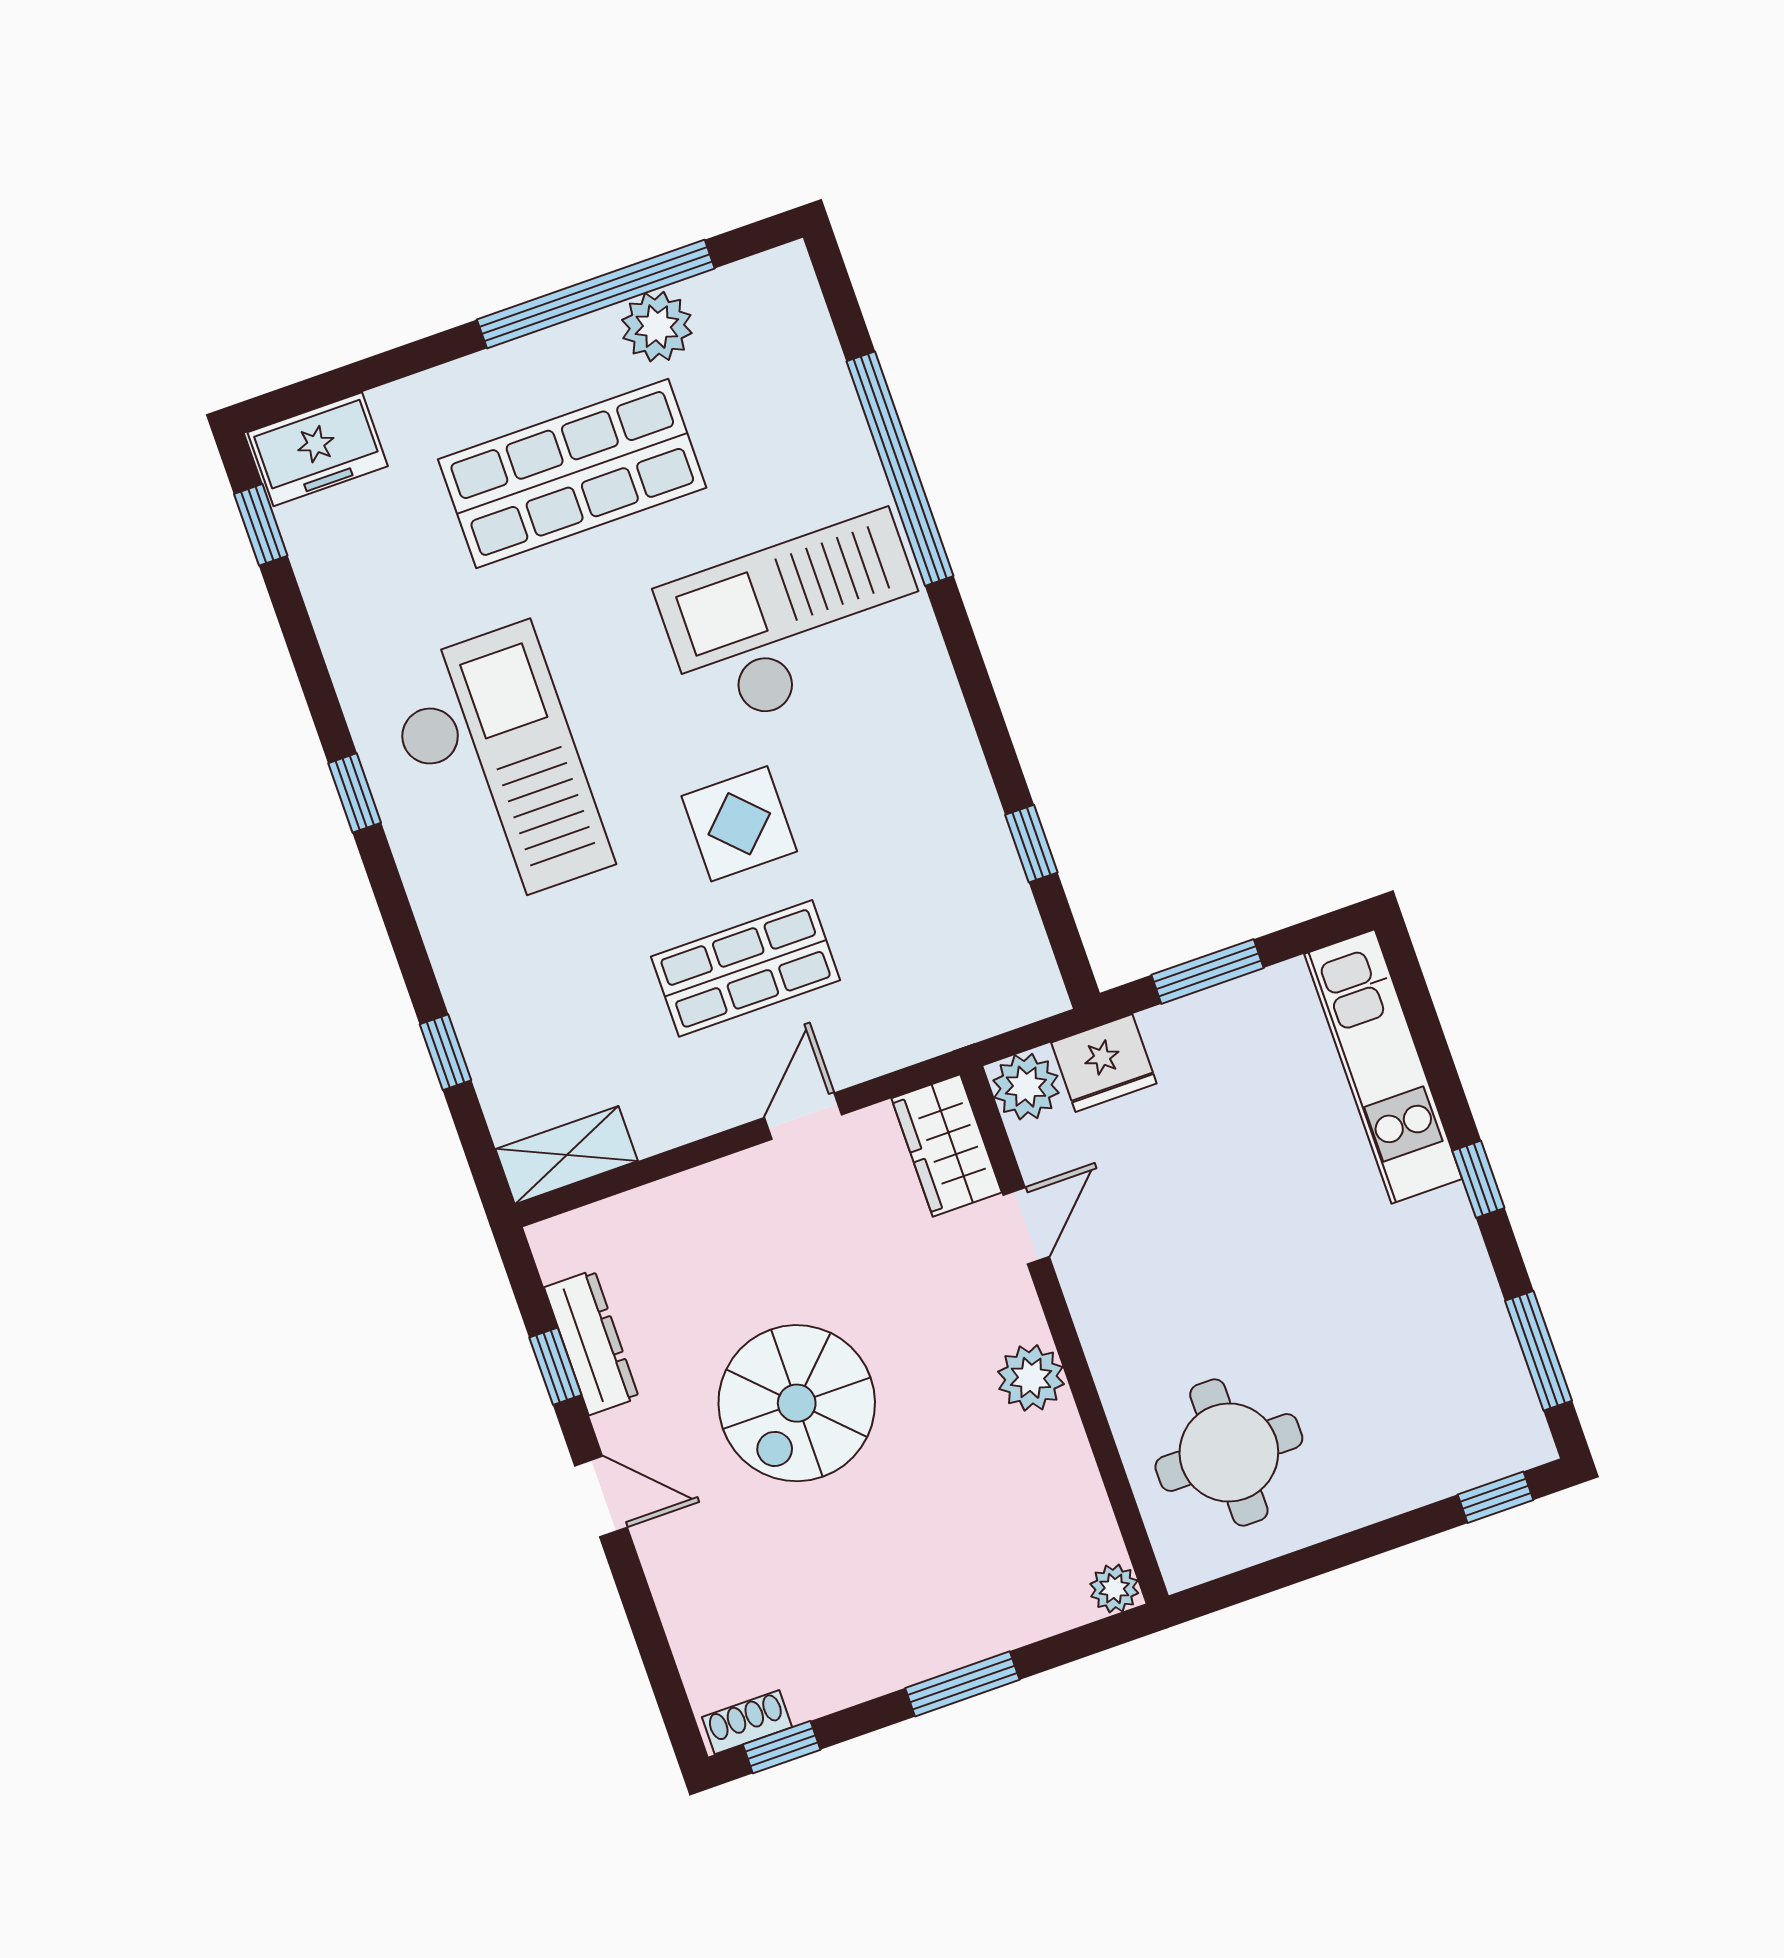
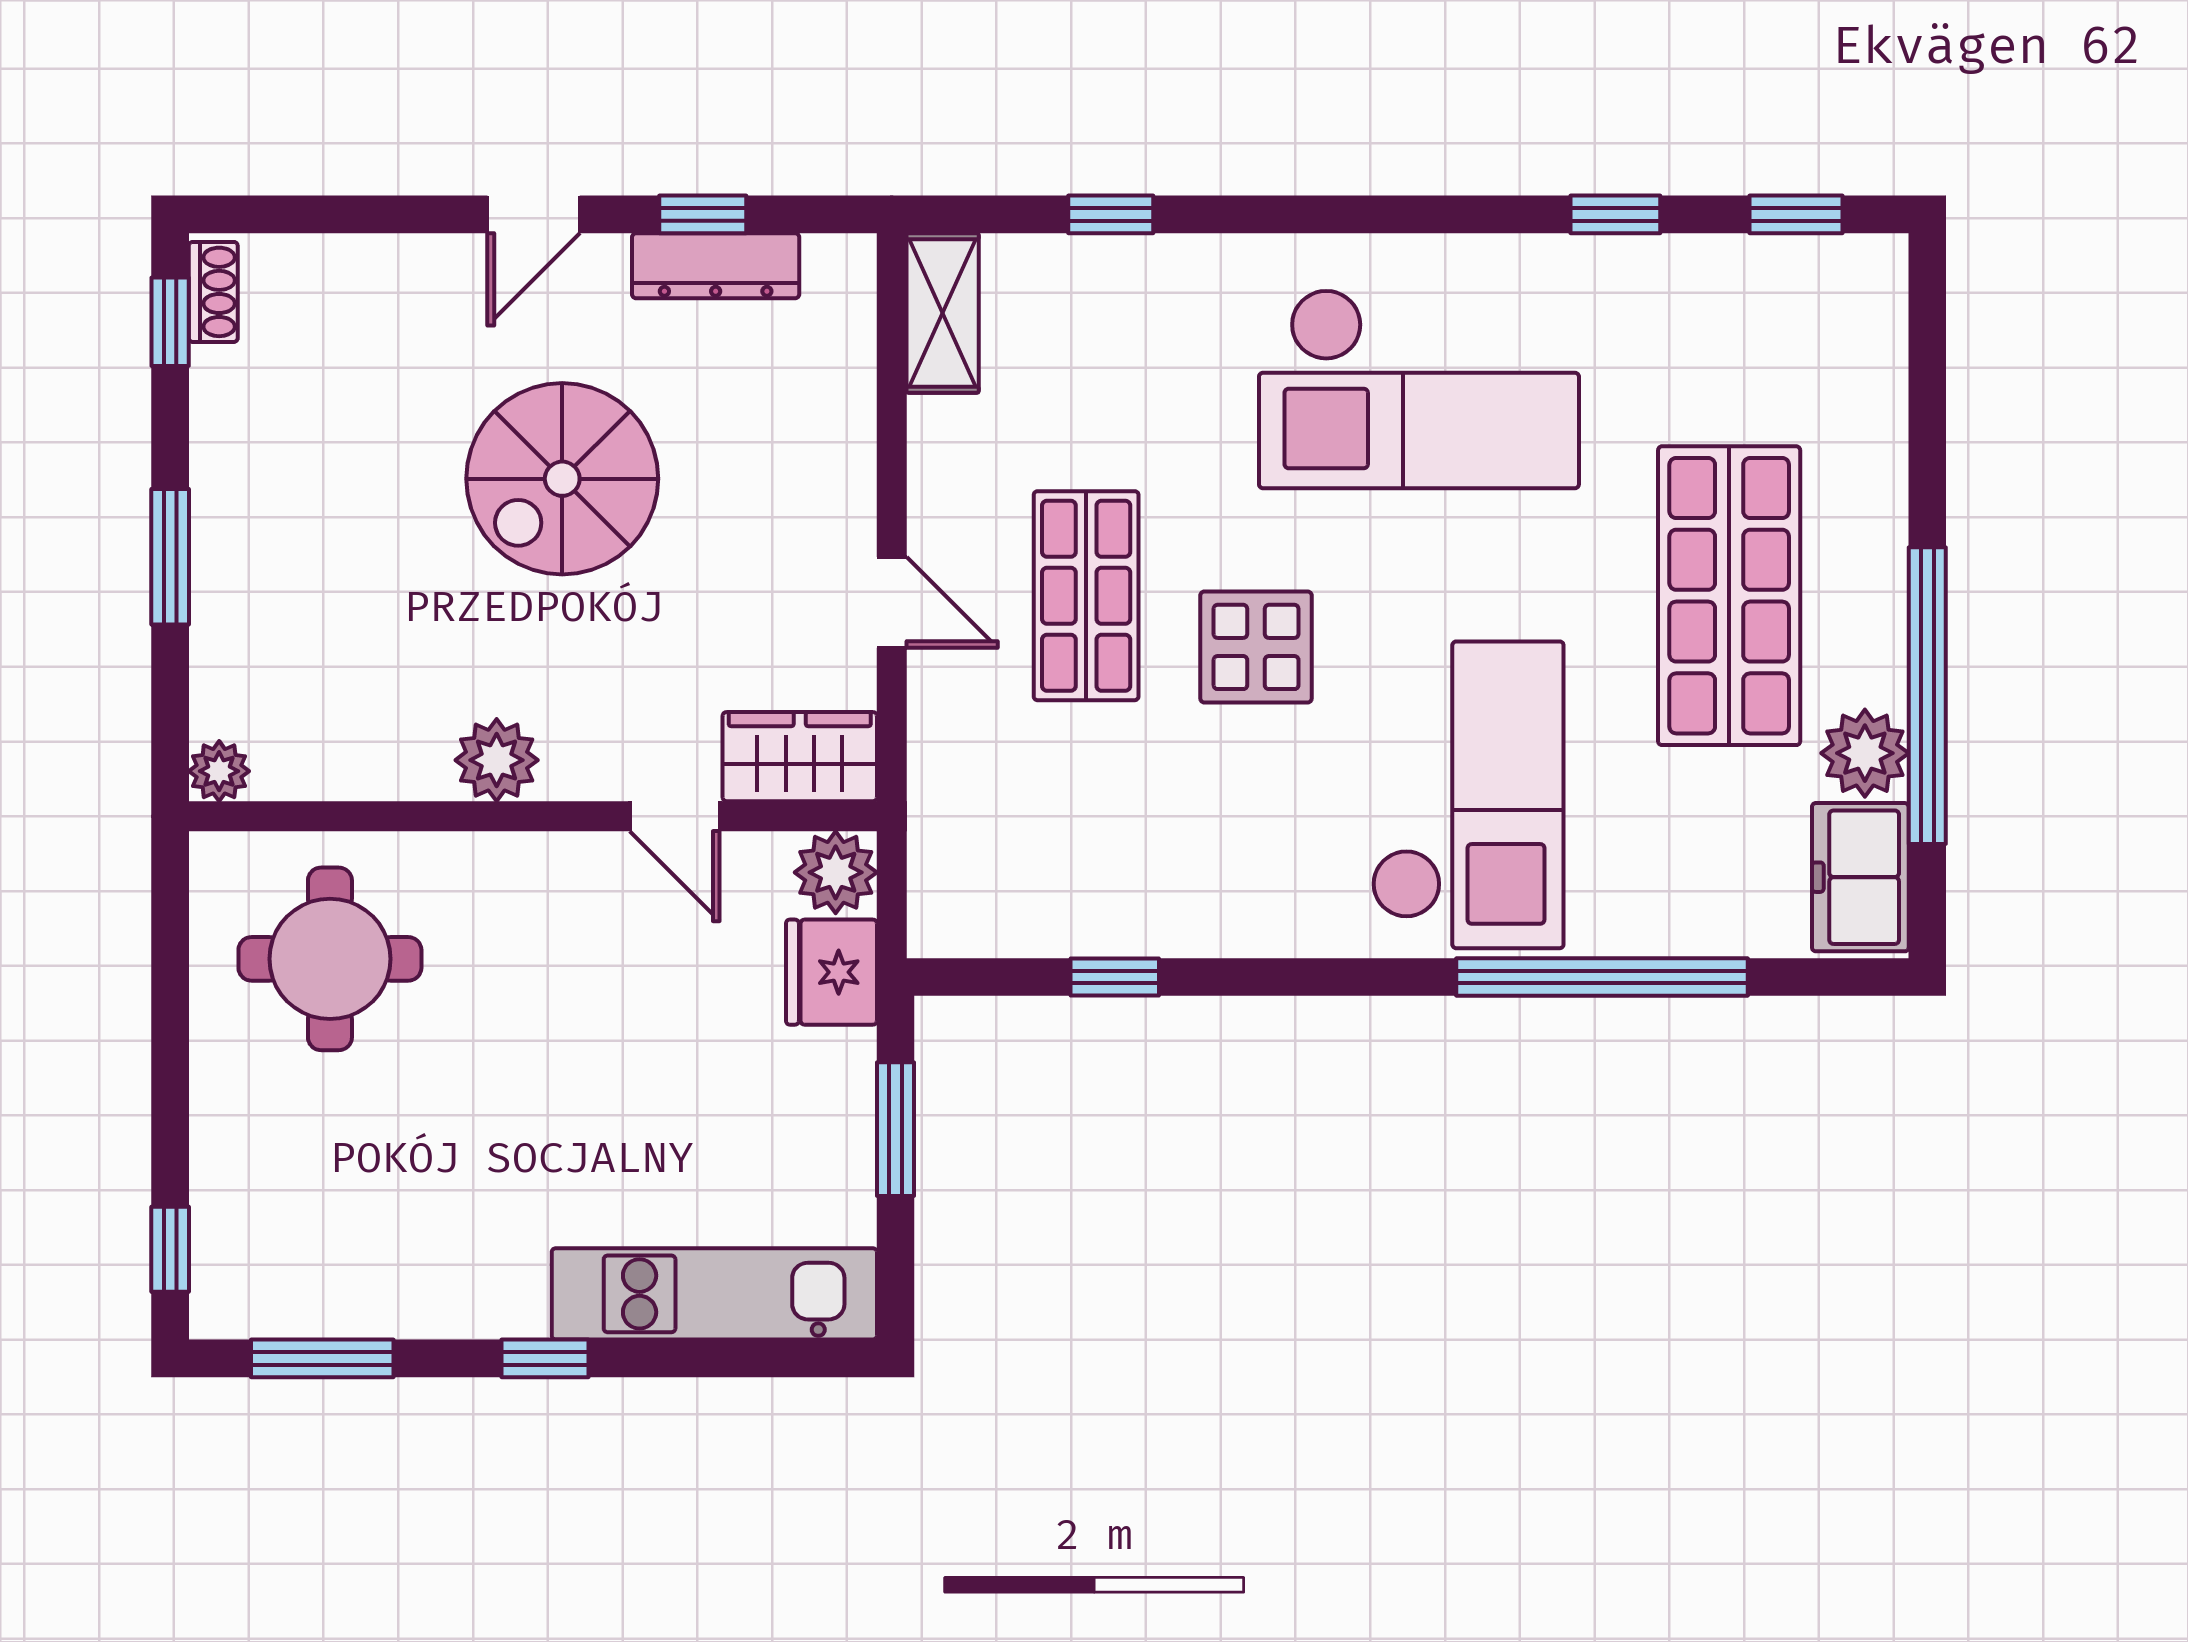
freezer: (318, 449) -> (1860, 877), moved
window: (355, 793) -> (1615, 214), moved
spiral stairs: (797, 1403) -> (562, 479), turned -90

